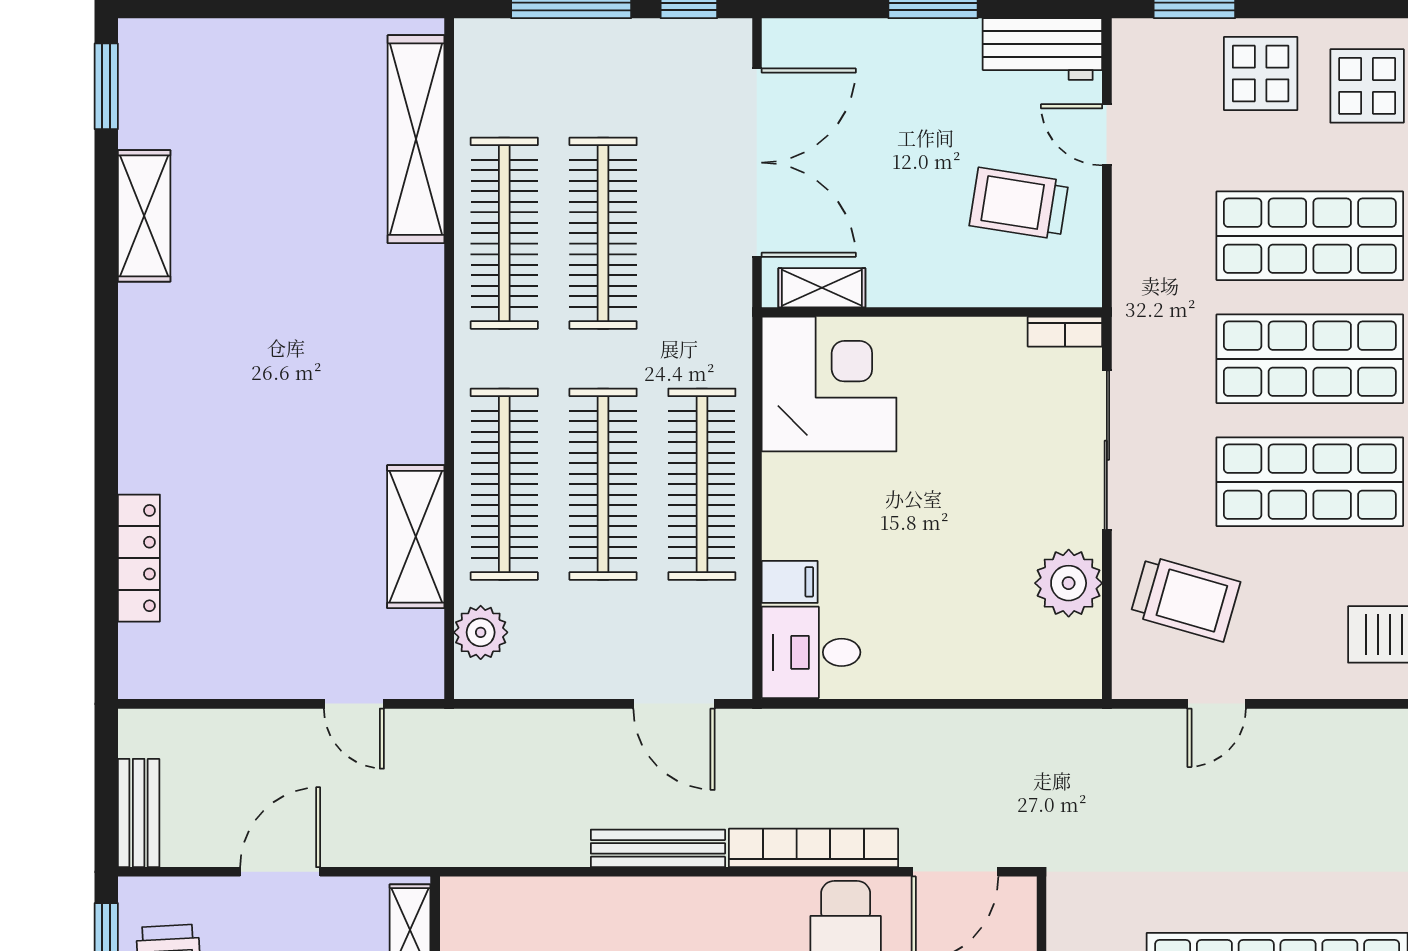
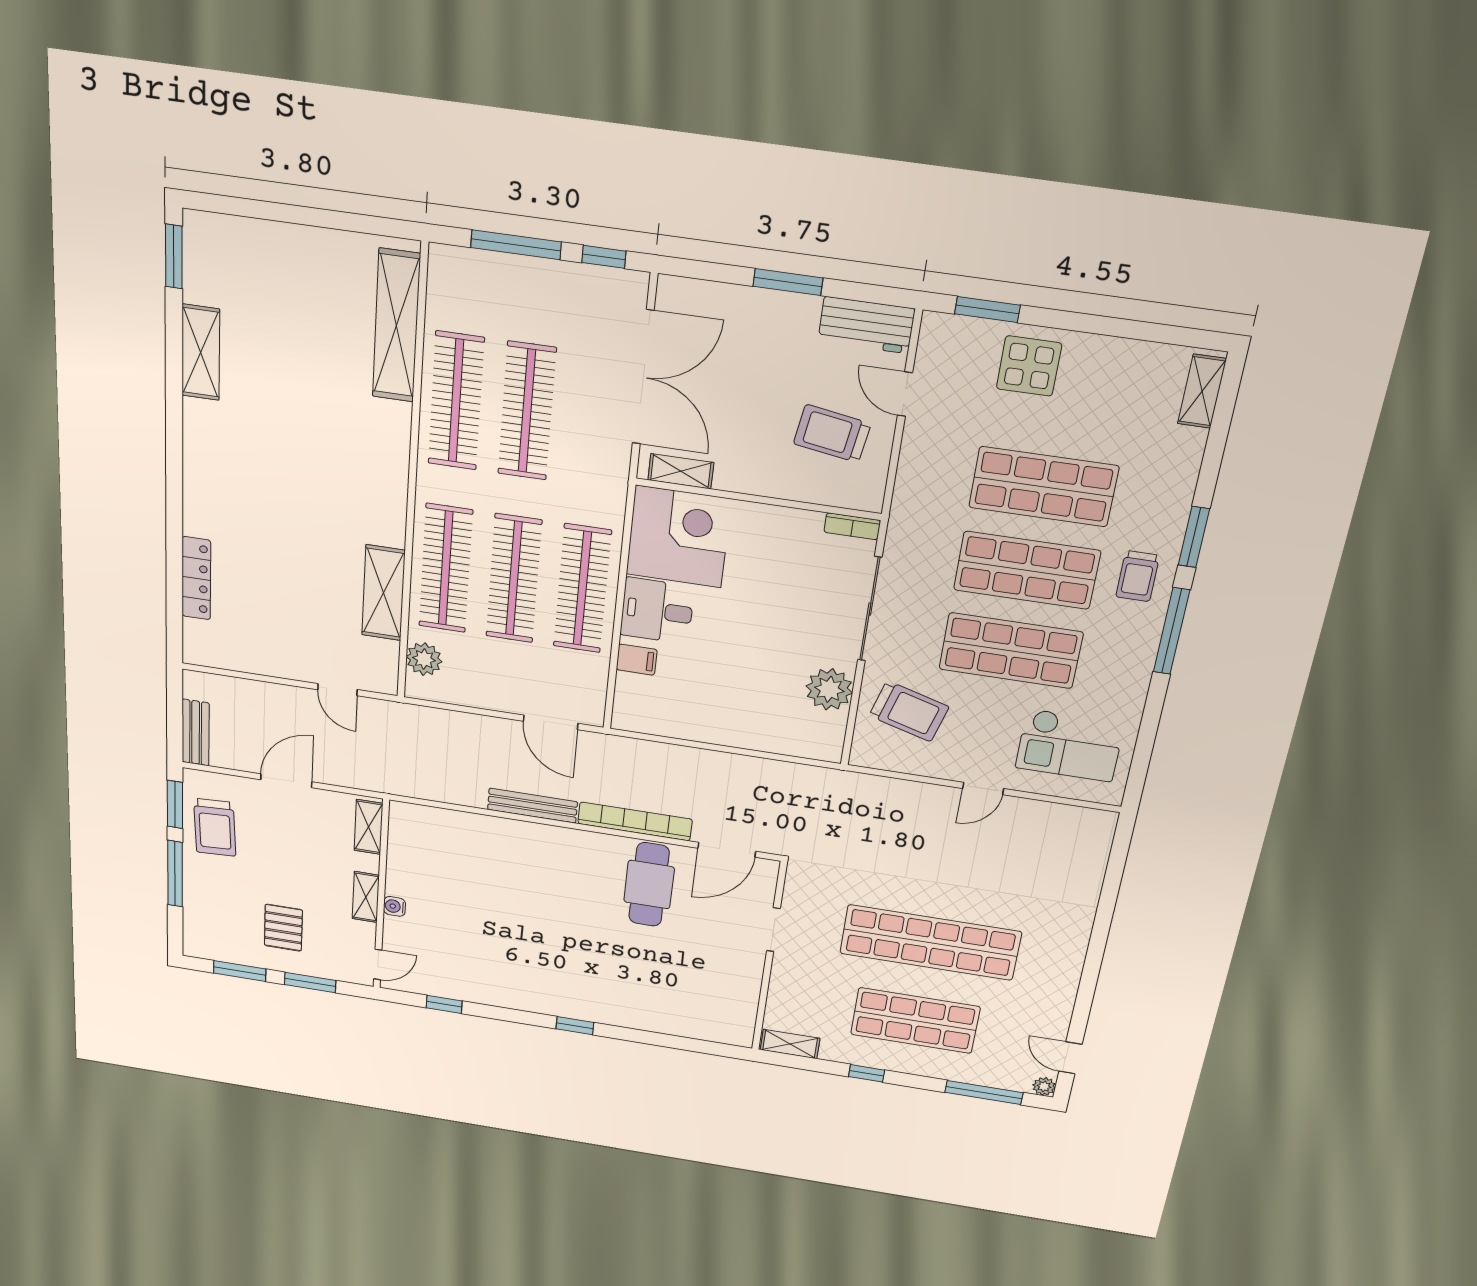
display table: (1367, 86) -> (1108, 386), removed
desk: (811, 652) -> (657, 611), moved
door: (1217, 704) -> (983, 789), moved

